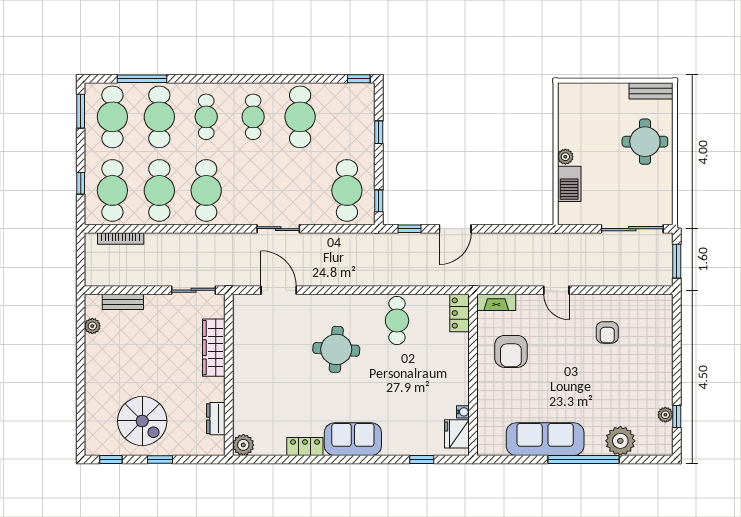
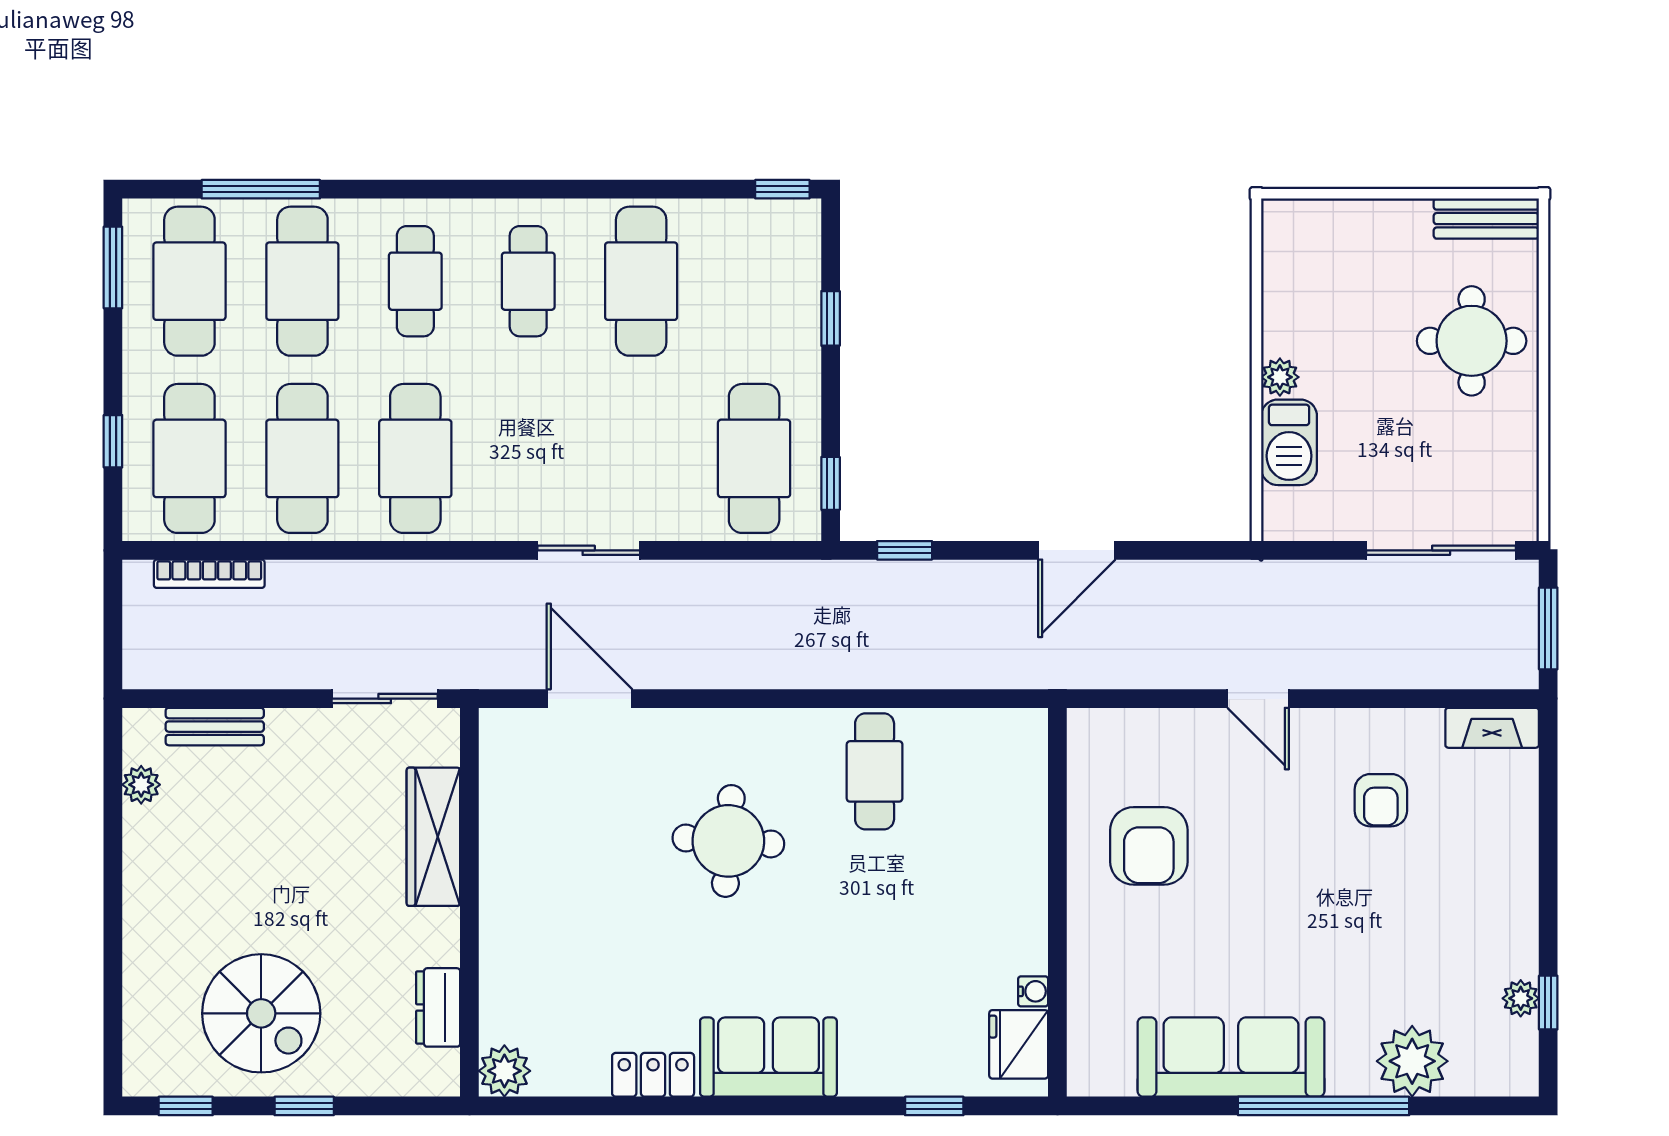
door: (455, 229) -> (1077, 550), moved
fireplace: (496, 302) -> (1492, 728), moved
locker: (460, 313) -> (1025, 753), removed

